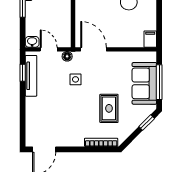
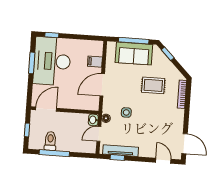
filing cabinet: (150, 39) -> (95, 62), moved
washbasin: (32, 42) -> (93, 120), moved
door: (94, 49) -> (102, 85), moved
door: (23, 126) -> (163, 161), added

